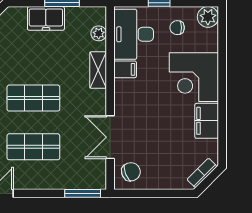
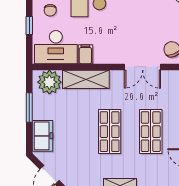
freezer: (46, 18) -> (42, 136), moved
plant: (99, 33) -> (49, 82), width x1.88, depth x1.88
shelving: (98, 70) -> (86, 79), width x1.50, depth x1.33

